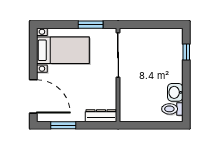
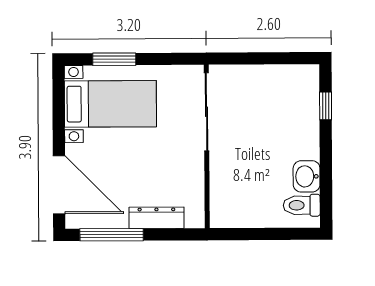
window: (91, 25) -> (114, 59), moved
dresser: (101, 116) -> (156, 218), moved
window: (63, 125) -> (112, 235), width x1.44

